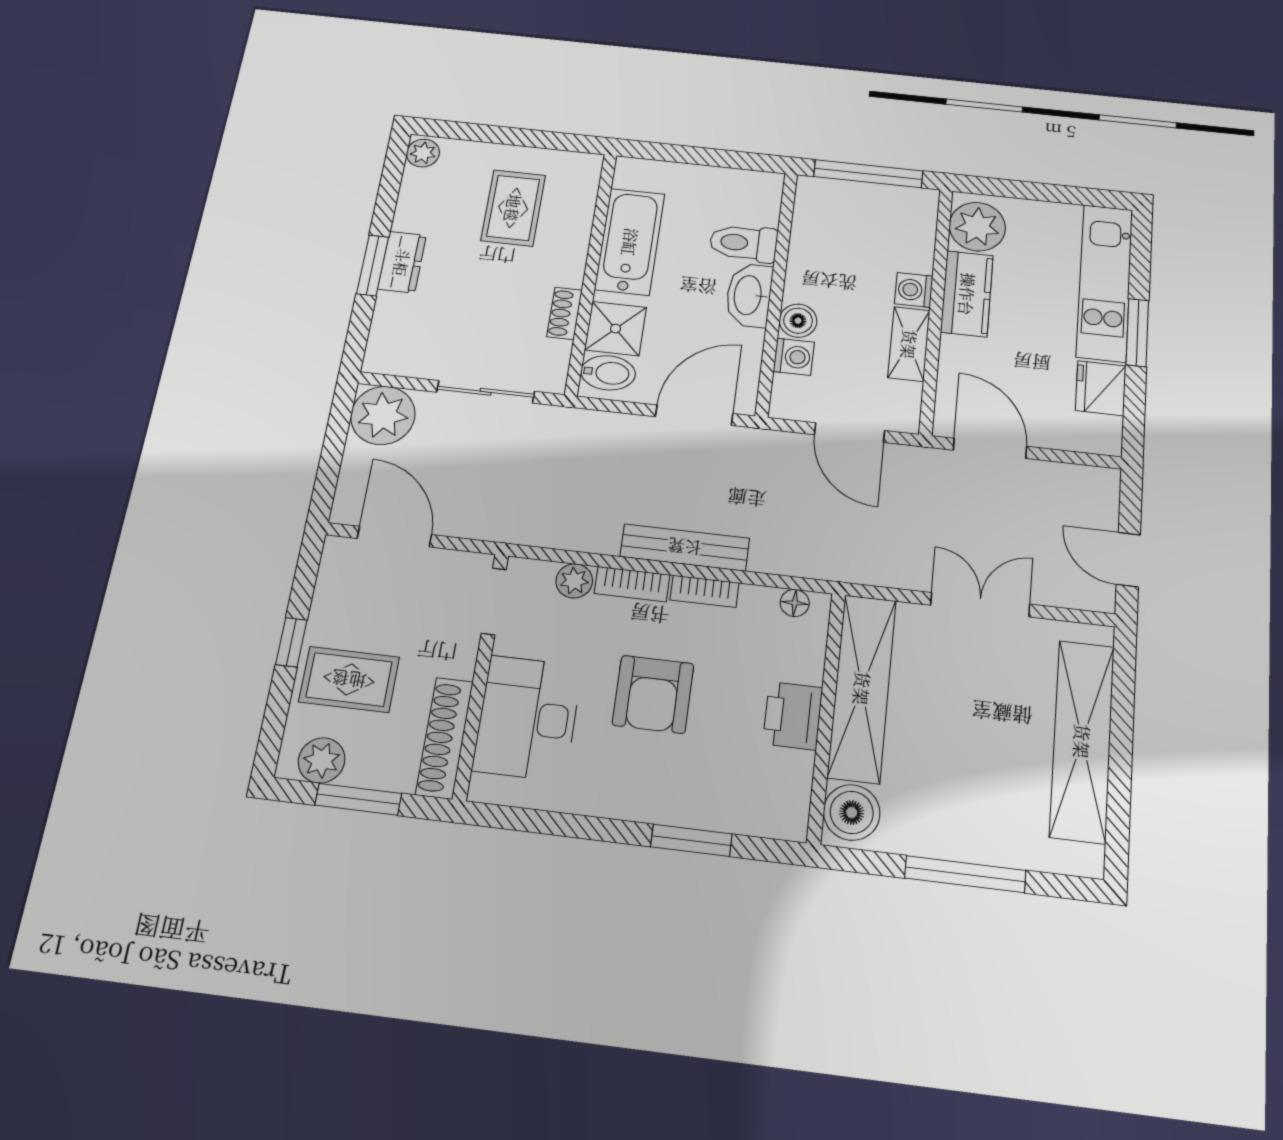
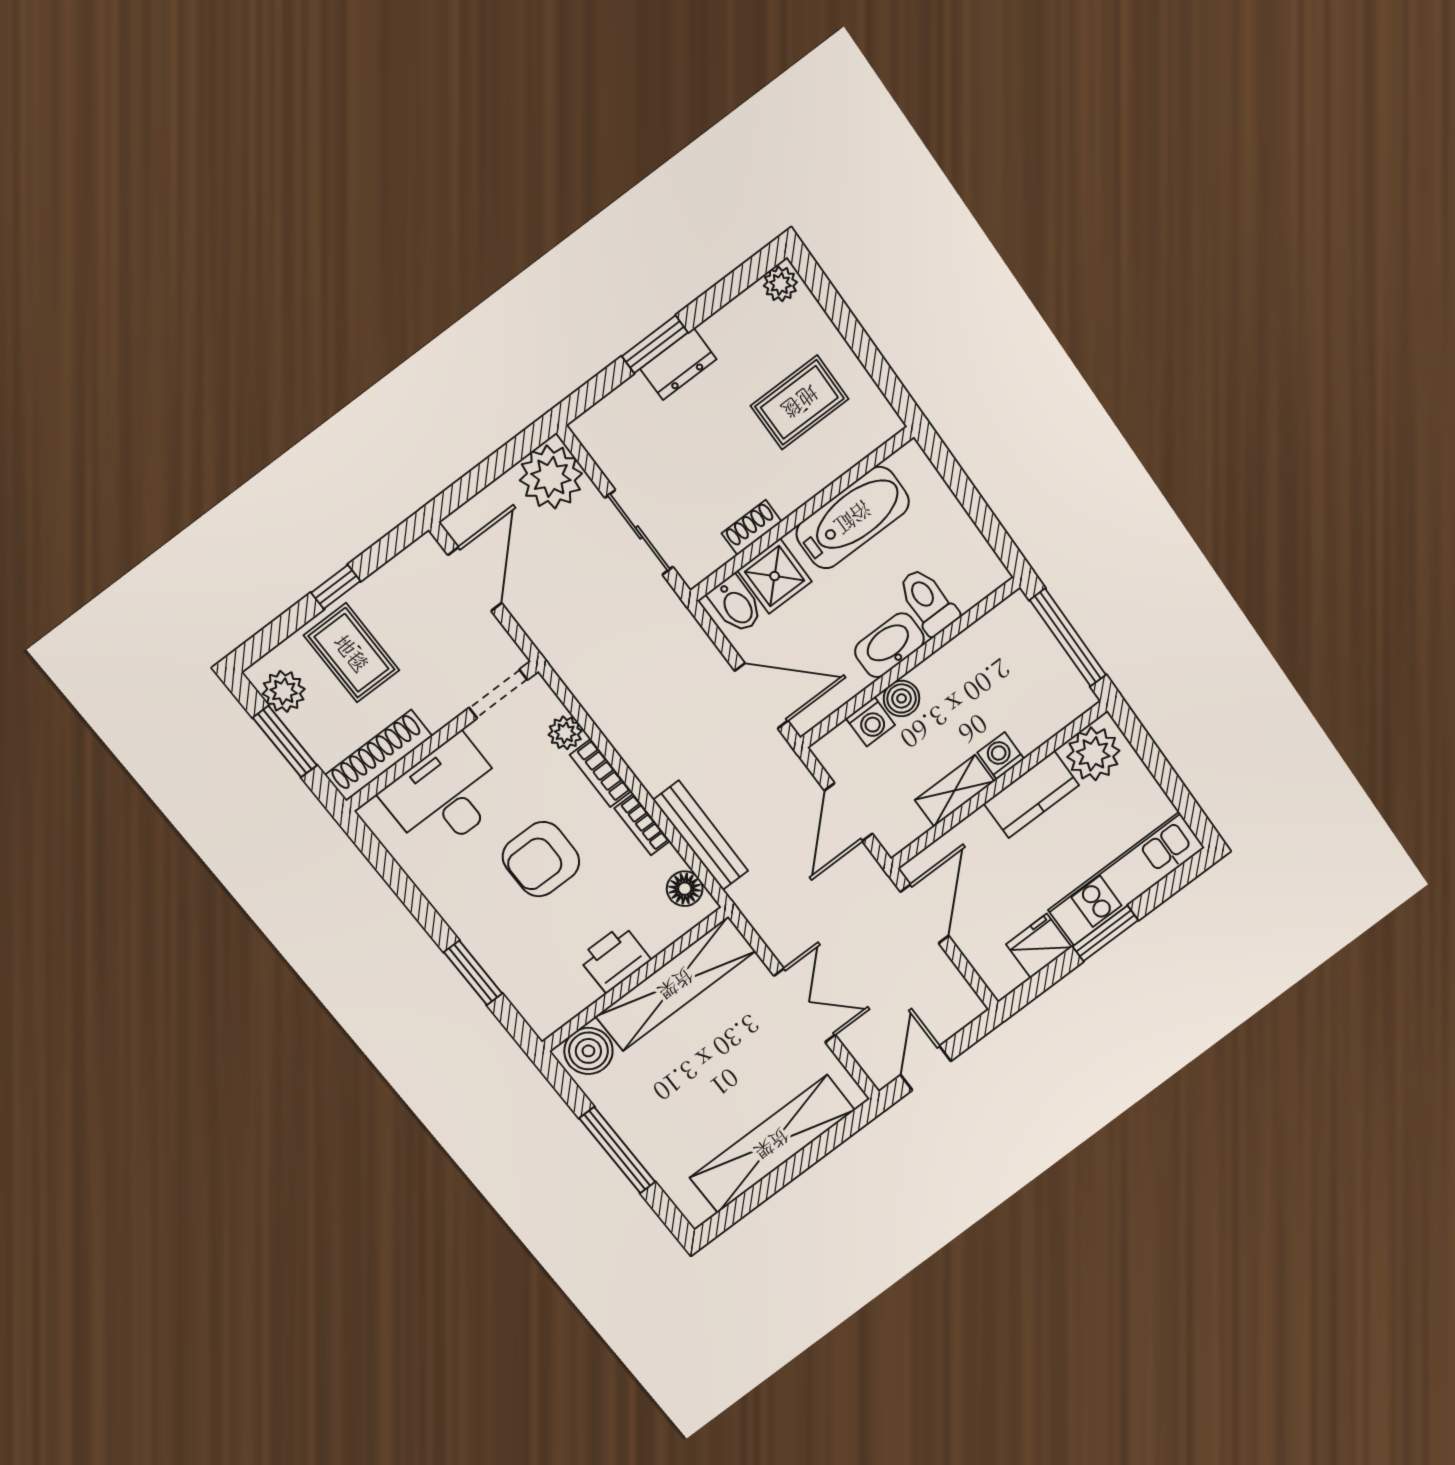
bench: (685, 547) -> (701, 835), moved
floor lamp: (795, 603) -> (685, 889), width x1.37, depth x1.37

